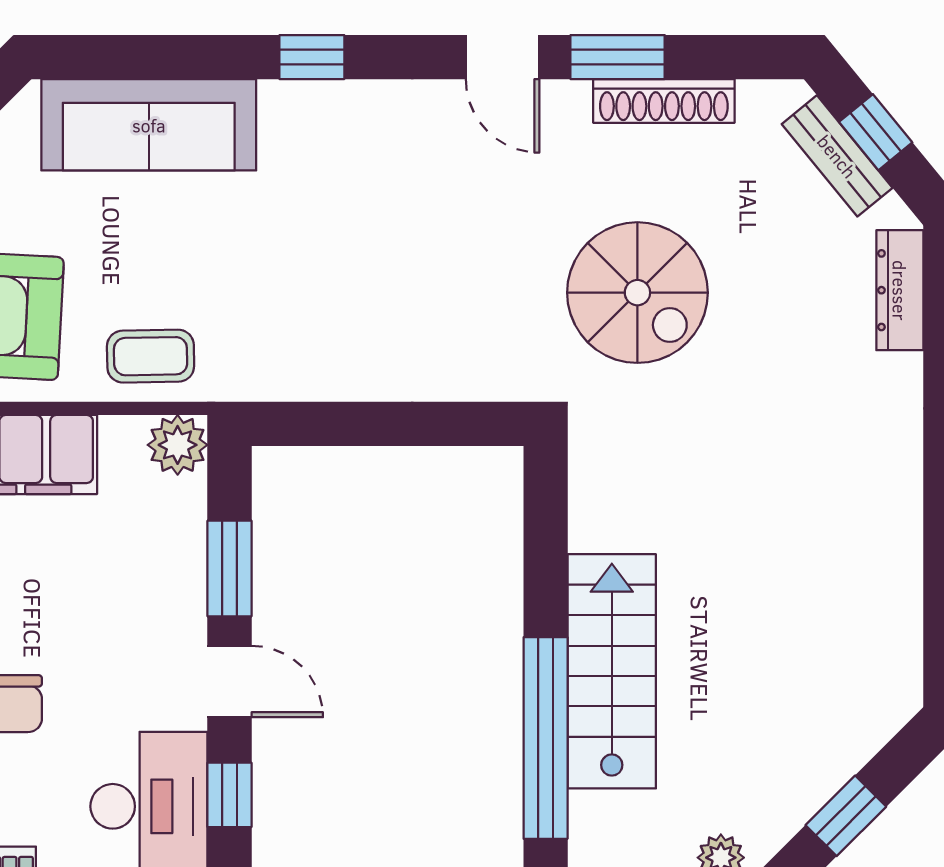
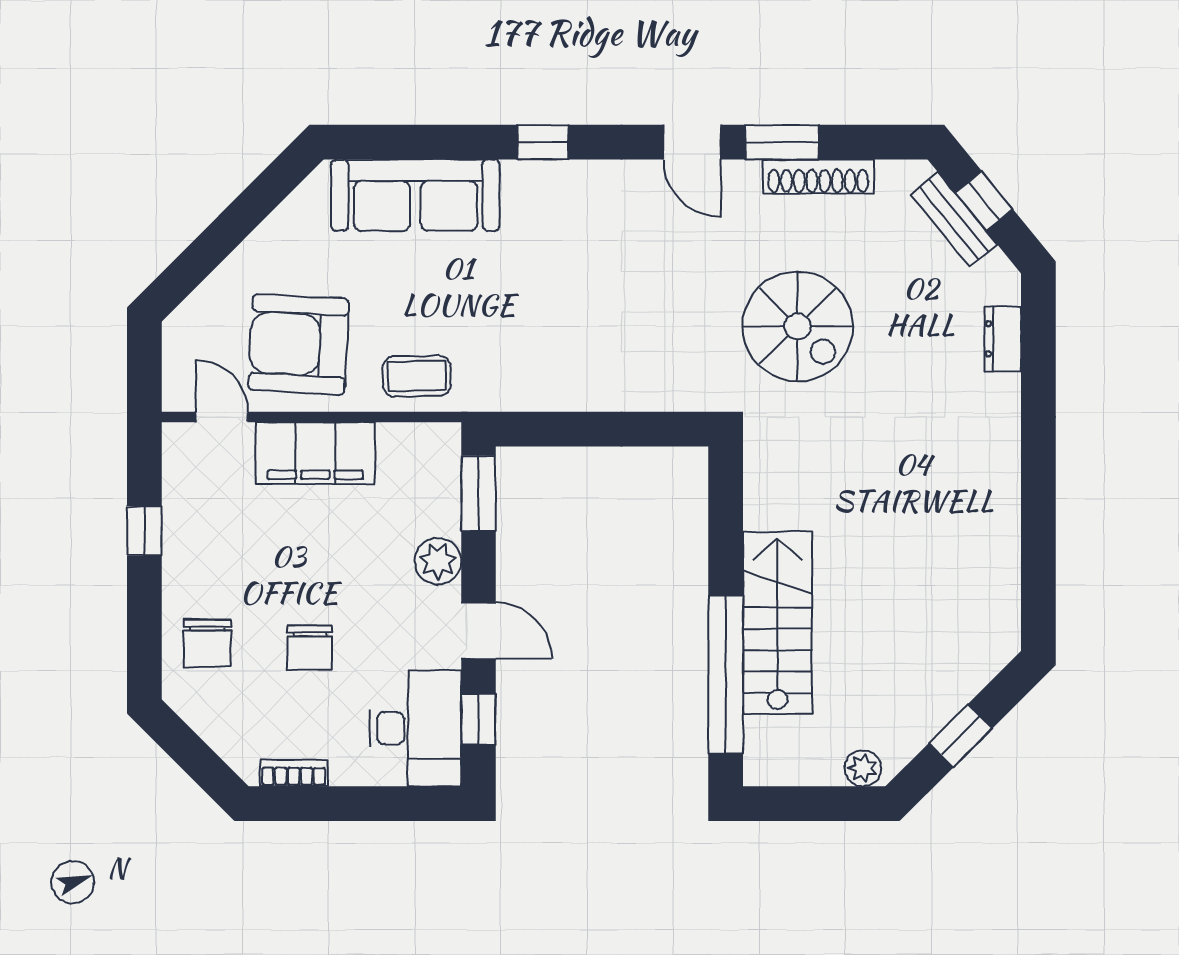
dresser: (900, 290) -> (1003, 339), width x0.70
plant: (178, 445) -> (438, 561), moved
window: (229, 568) -> (479, 493), moved

